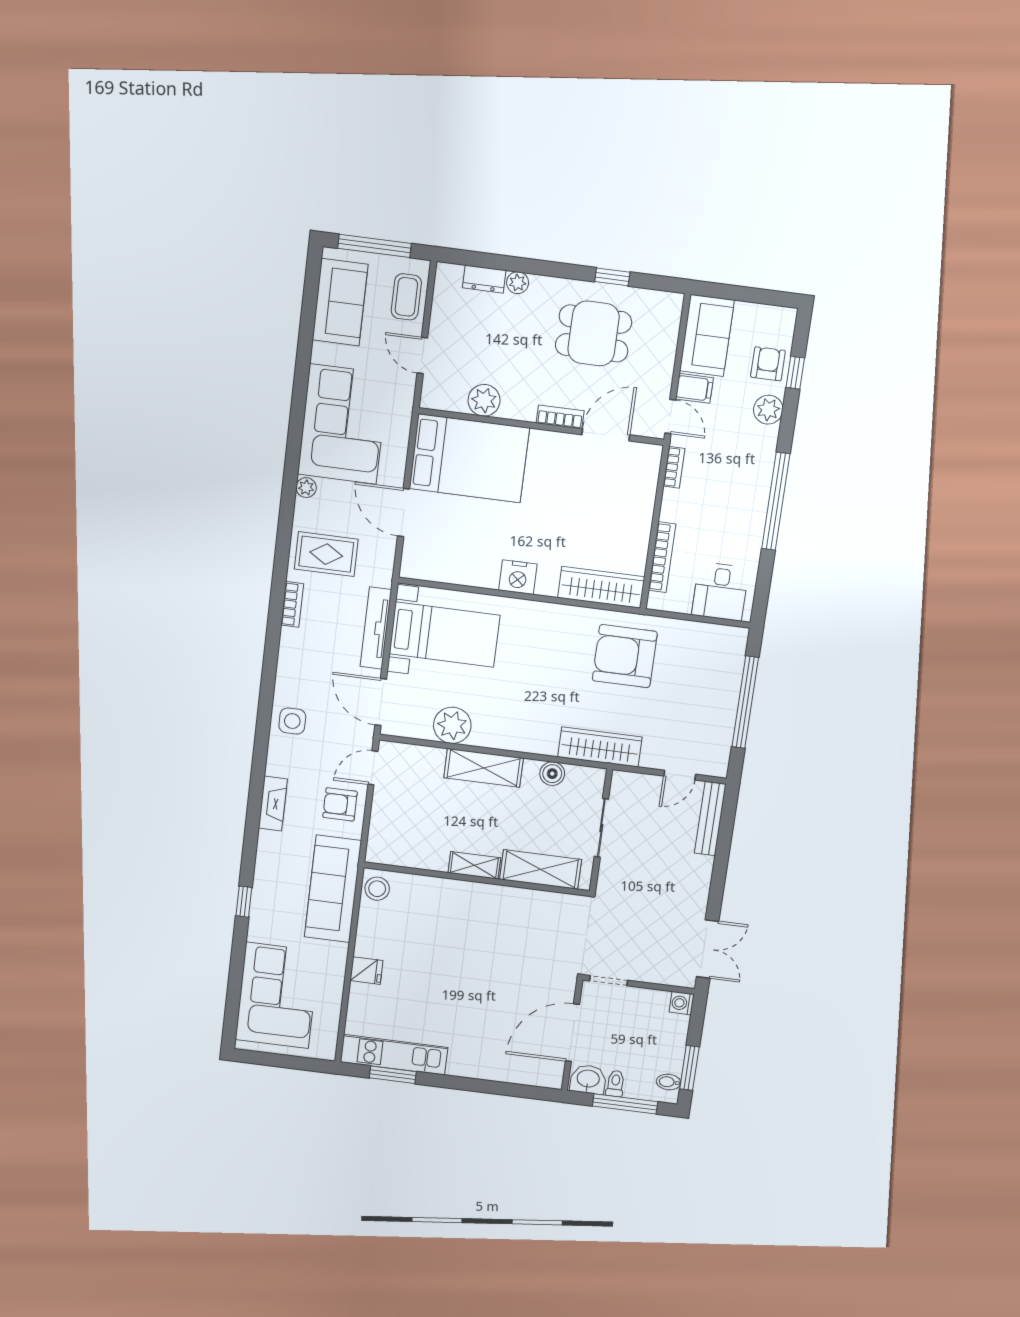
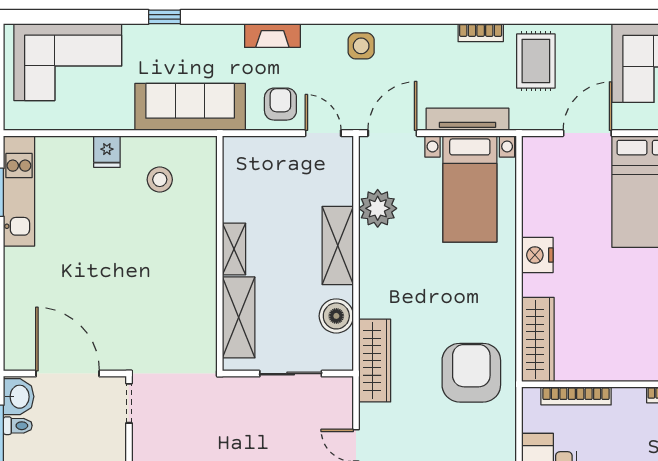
plant: (306, 488) -> (600, 34), removed
boiler: (552, 774) -> (336, 316), width x1.36, depth x1.36
stool: (377, 889) -> (160, 180), moved

